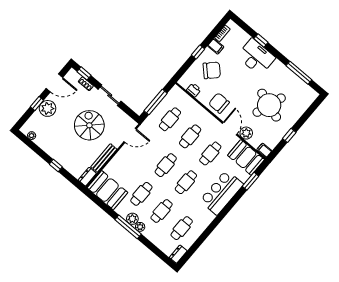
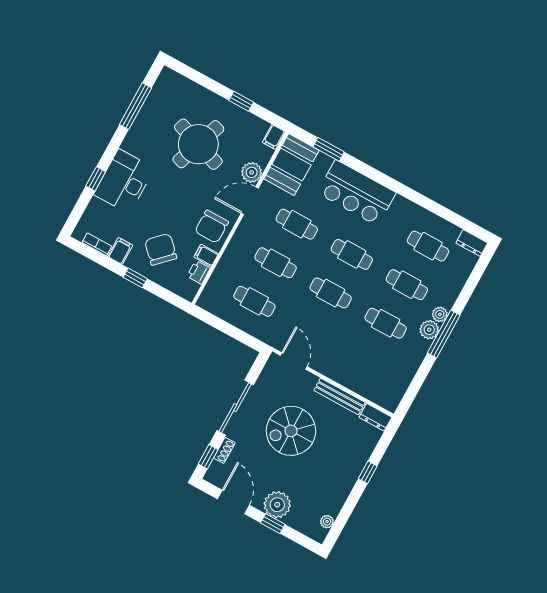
sliding door: (110, 95) -> (235, 408), width x1.37
filing cabinet: (203, 96) -> (206, 255), added
window: (156, 102) -> (231, 331), removed
booth: (107, 190) -> (391, 380), removed

